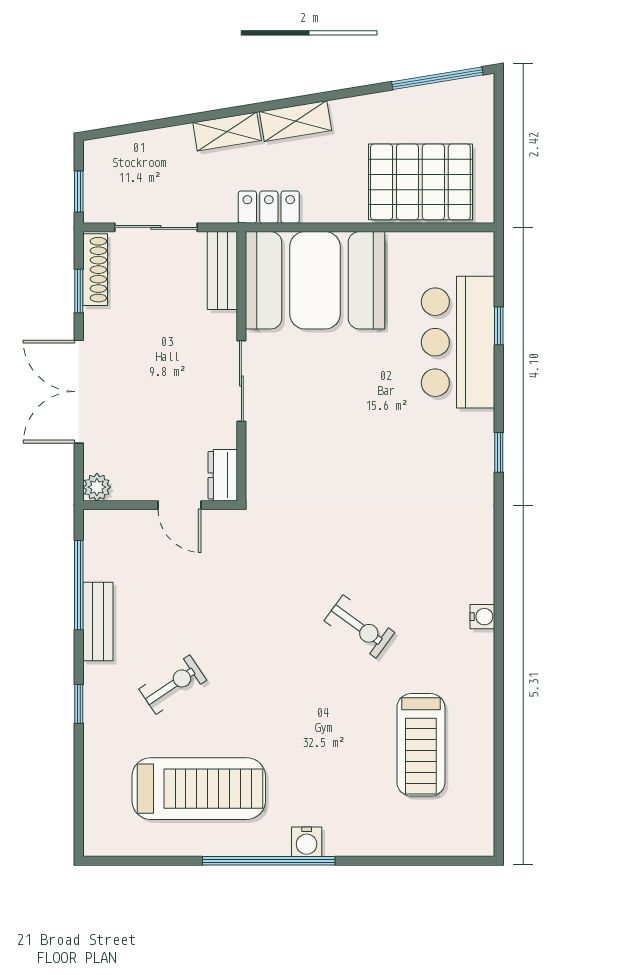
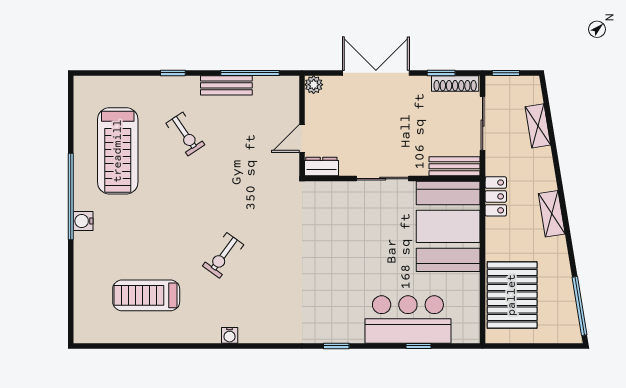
shelving: (227, 131) -> (538, 126), moved

